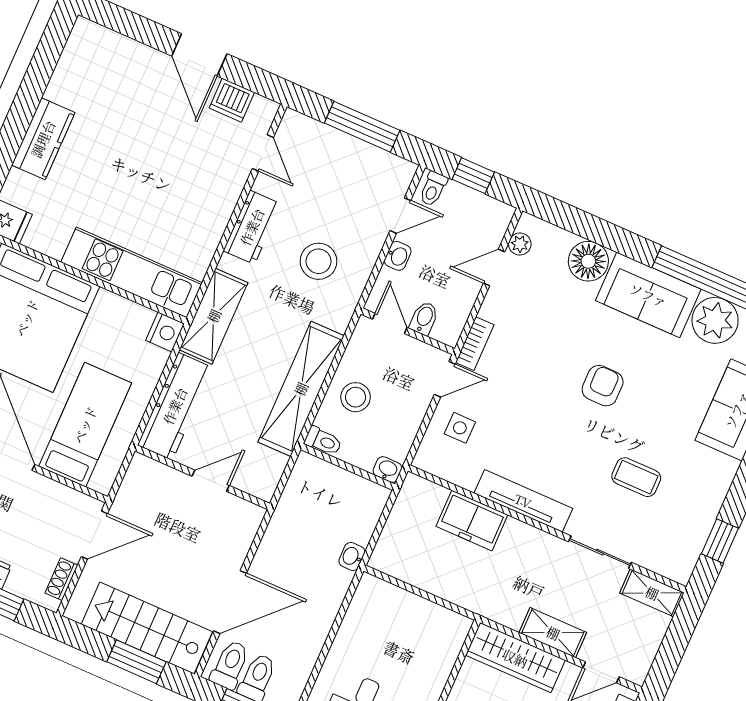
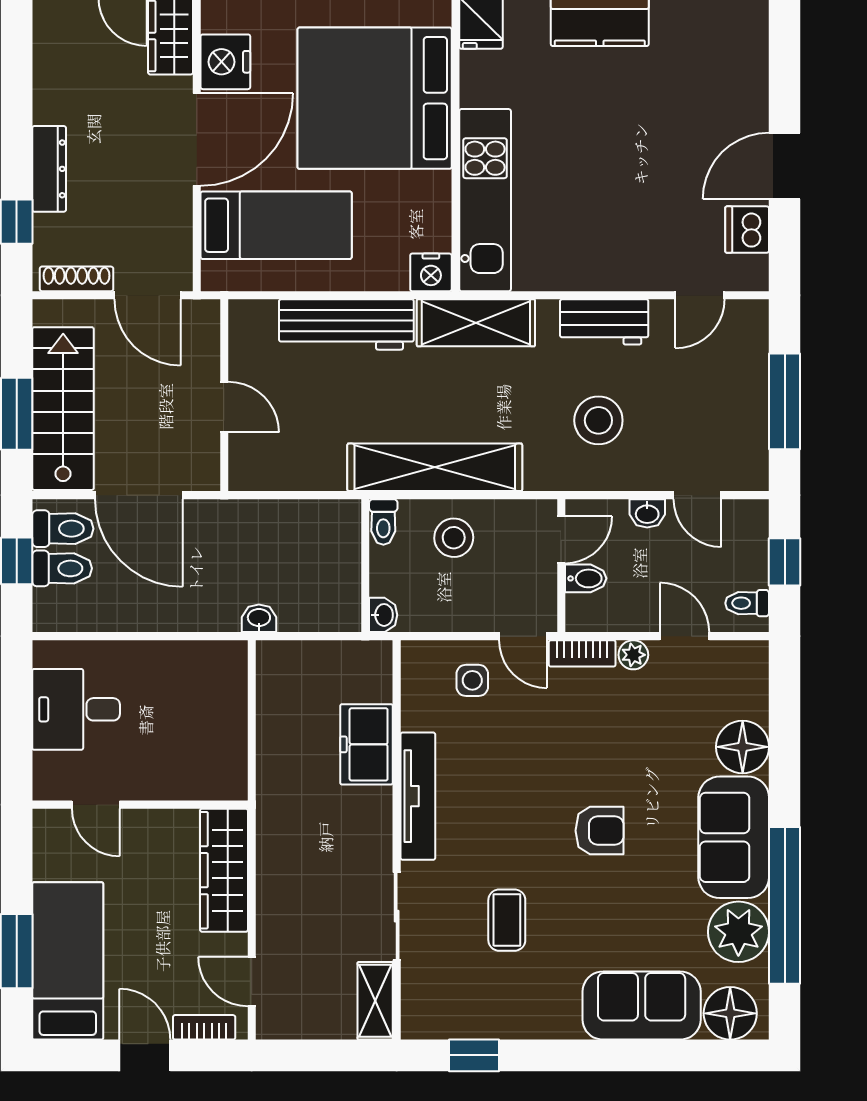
toilet: (433, 189) -> (747, 603), moved
plant: (520, 244) -> (633, 655), moved
wall: (202, 477) -> (224, 395), moved
door: (211, 481) -> (224, 407), moved
shoe rack: (61, 579) -> (77, 279), width x1.43
shelving: (553, 633) -> (274, 902), removed

